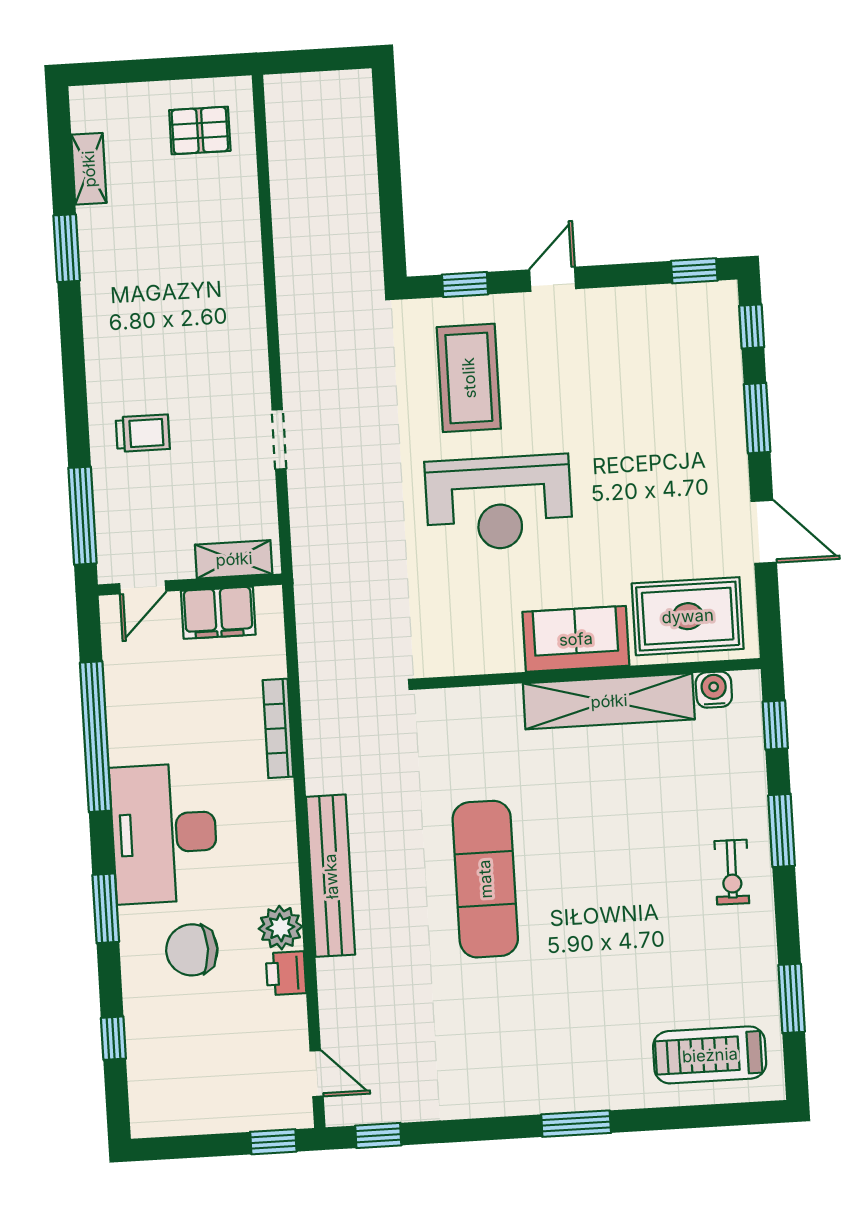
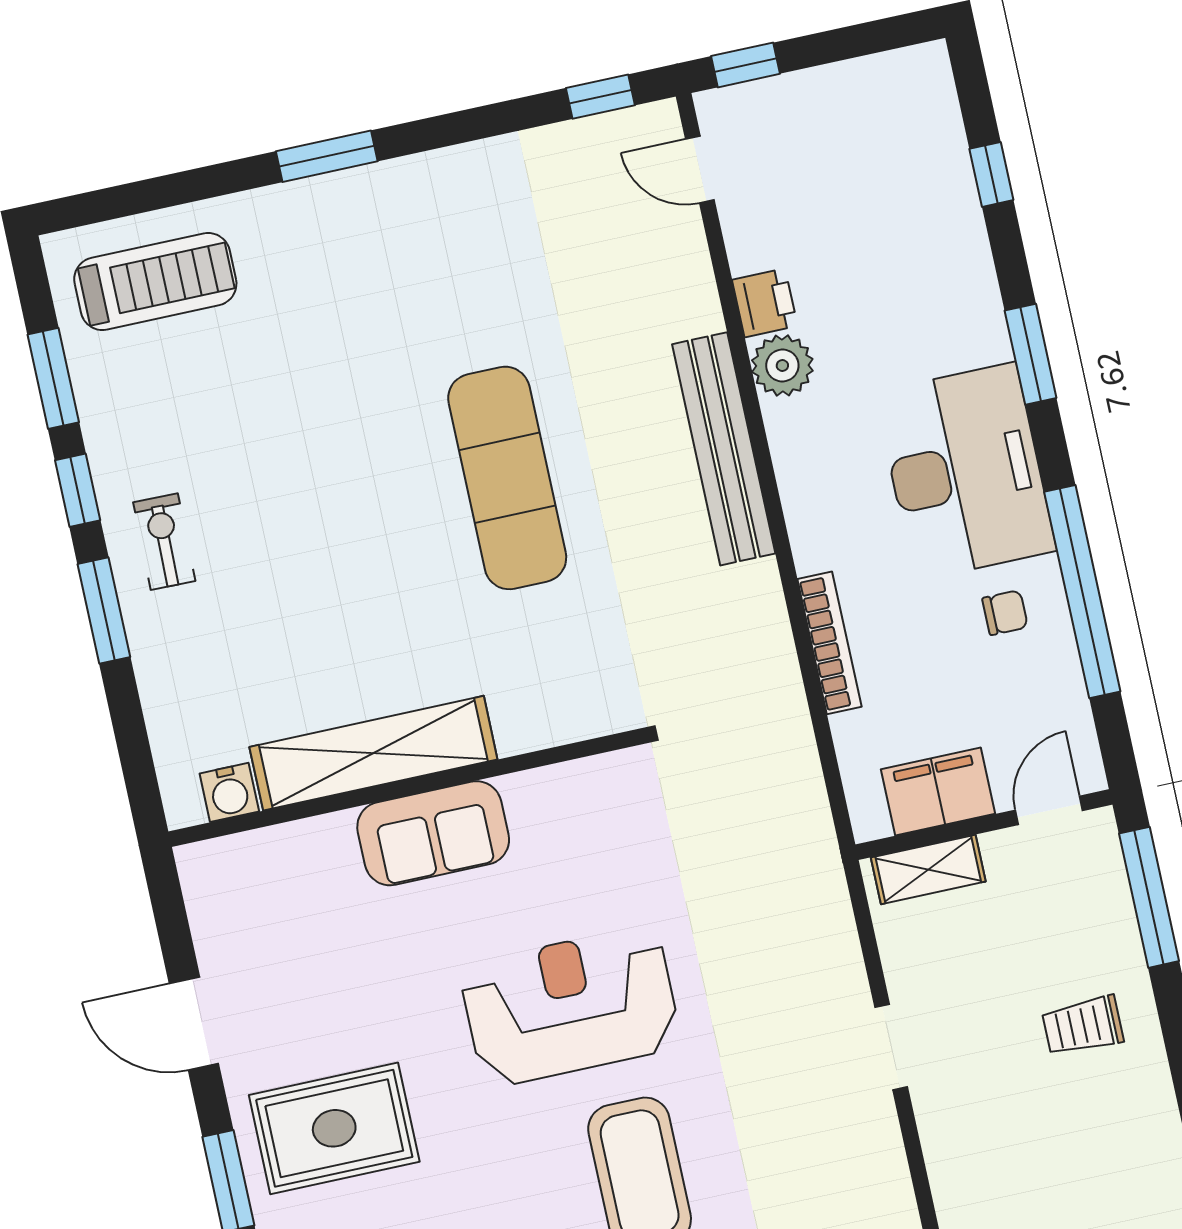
rug: (688, 616) -> (334, 1128), moved
window: (775, 725) -> (78, 490), moved
chair: (192, 950) -> (1005, 613), moved, width x0.54, depth x0.54

